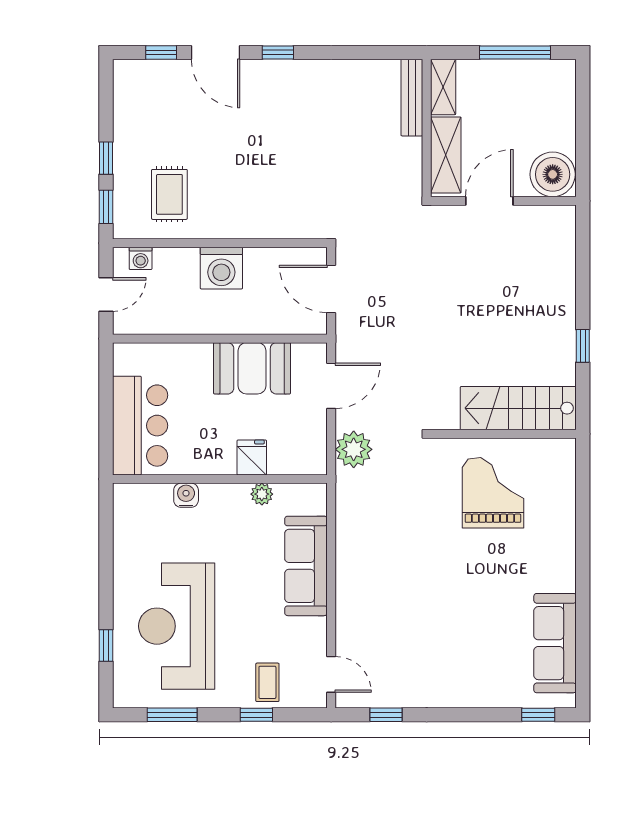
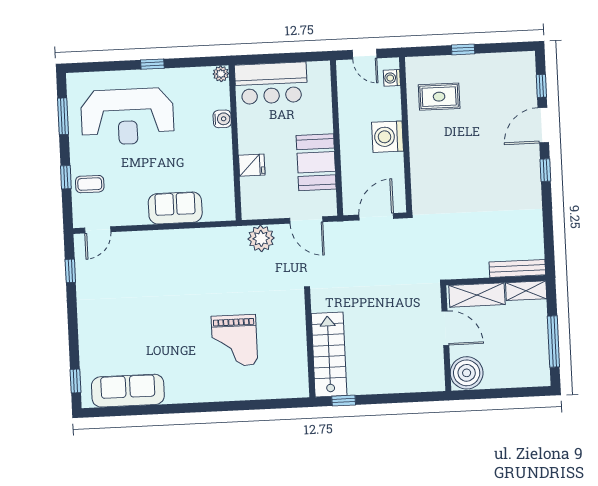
window: (106, 207) -> (428, 51), removed
stairs: (518, 408) -> (329, 355), moved
wall: (503, 434) -> (310, 345), moved
grand piano: (493, 493) -> (234, 341), turned 90
plant: (262, 494) -> (221, 74), moved
sofa: (306, 566) -> (175, 208), width x0.73
reception desk: (177, 626) -> (127, 117), turned 180
window: (106, 646) -> (152, 64), moved

